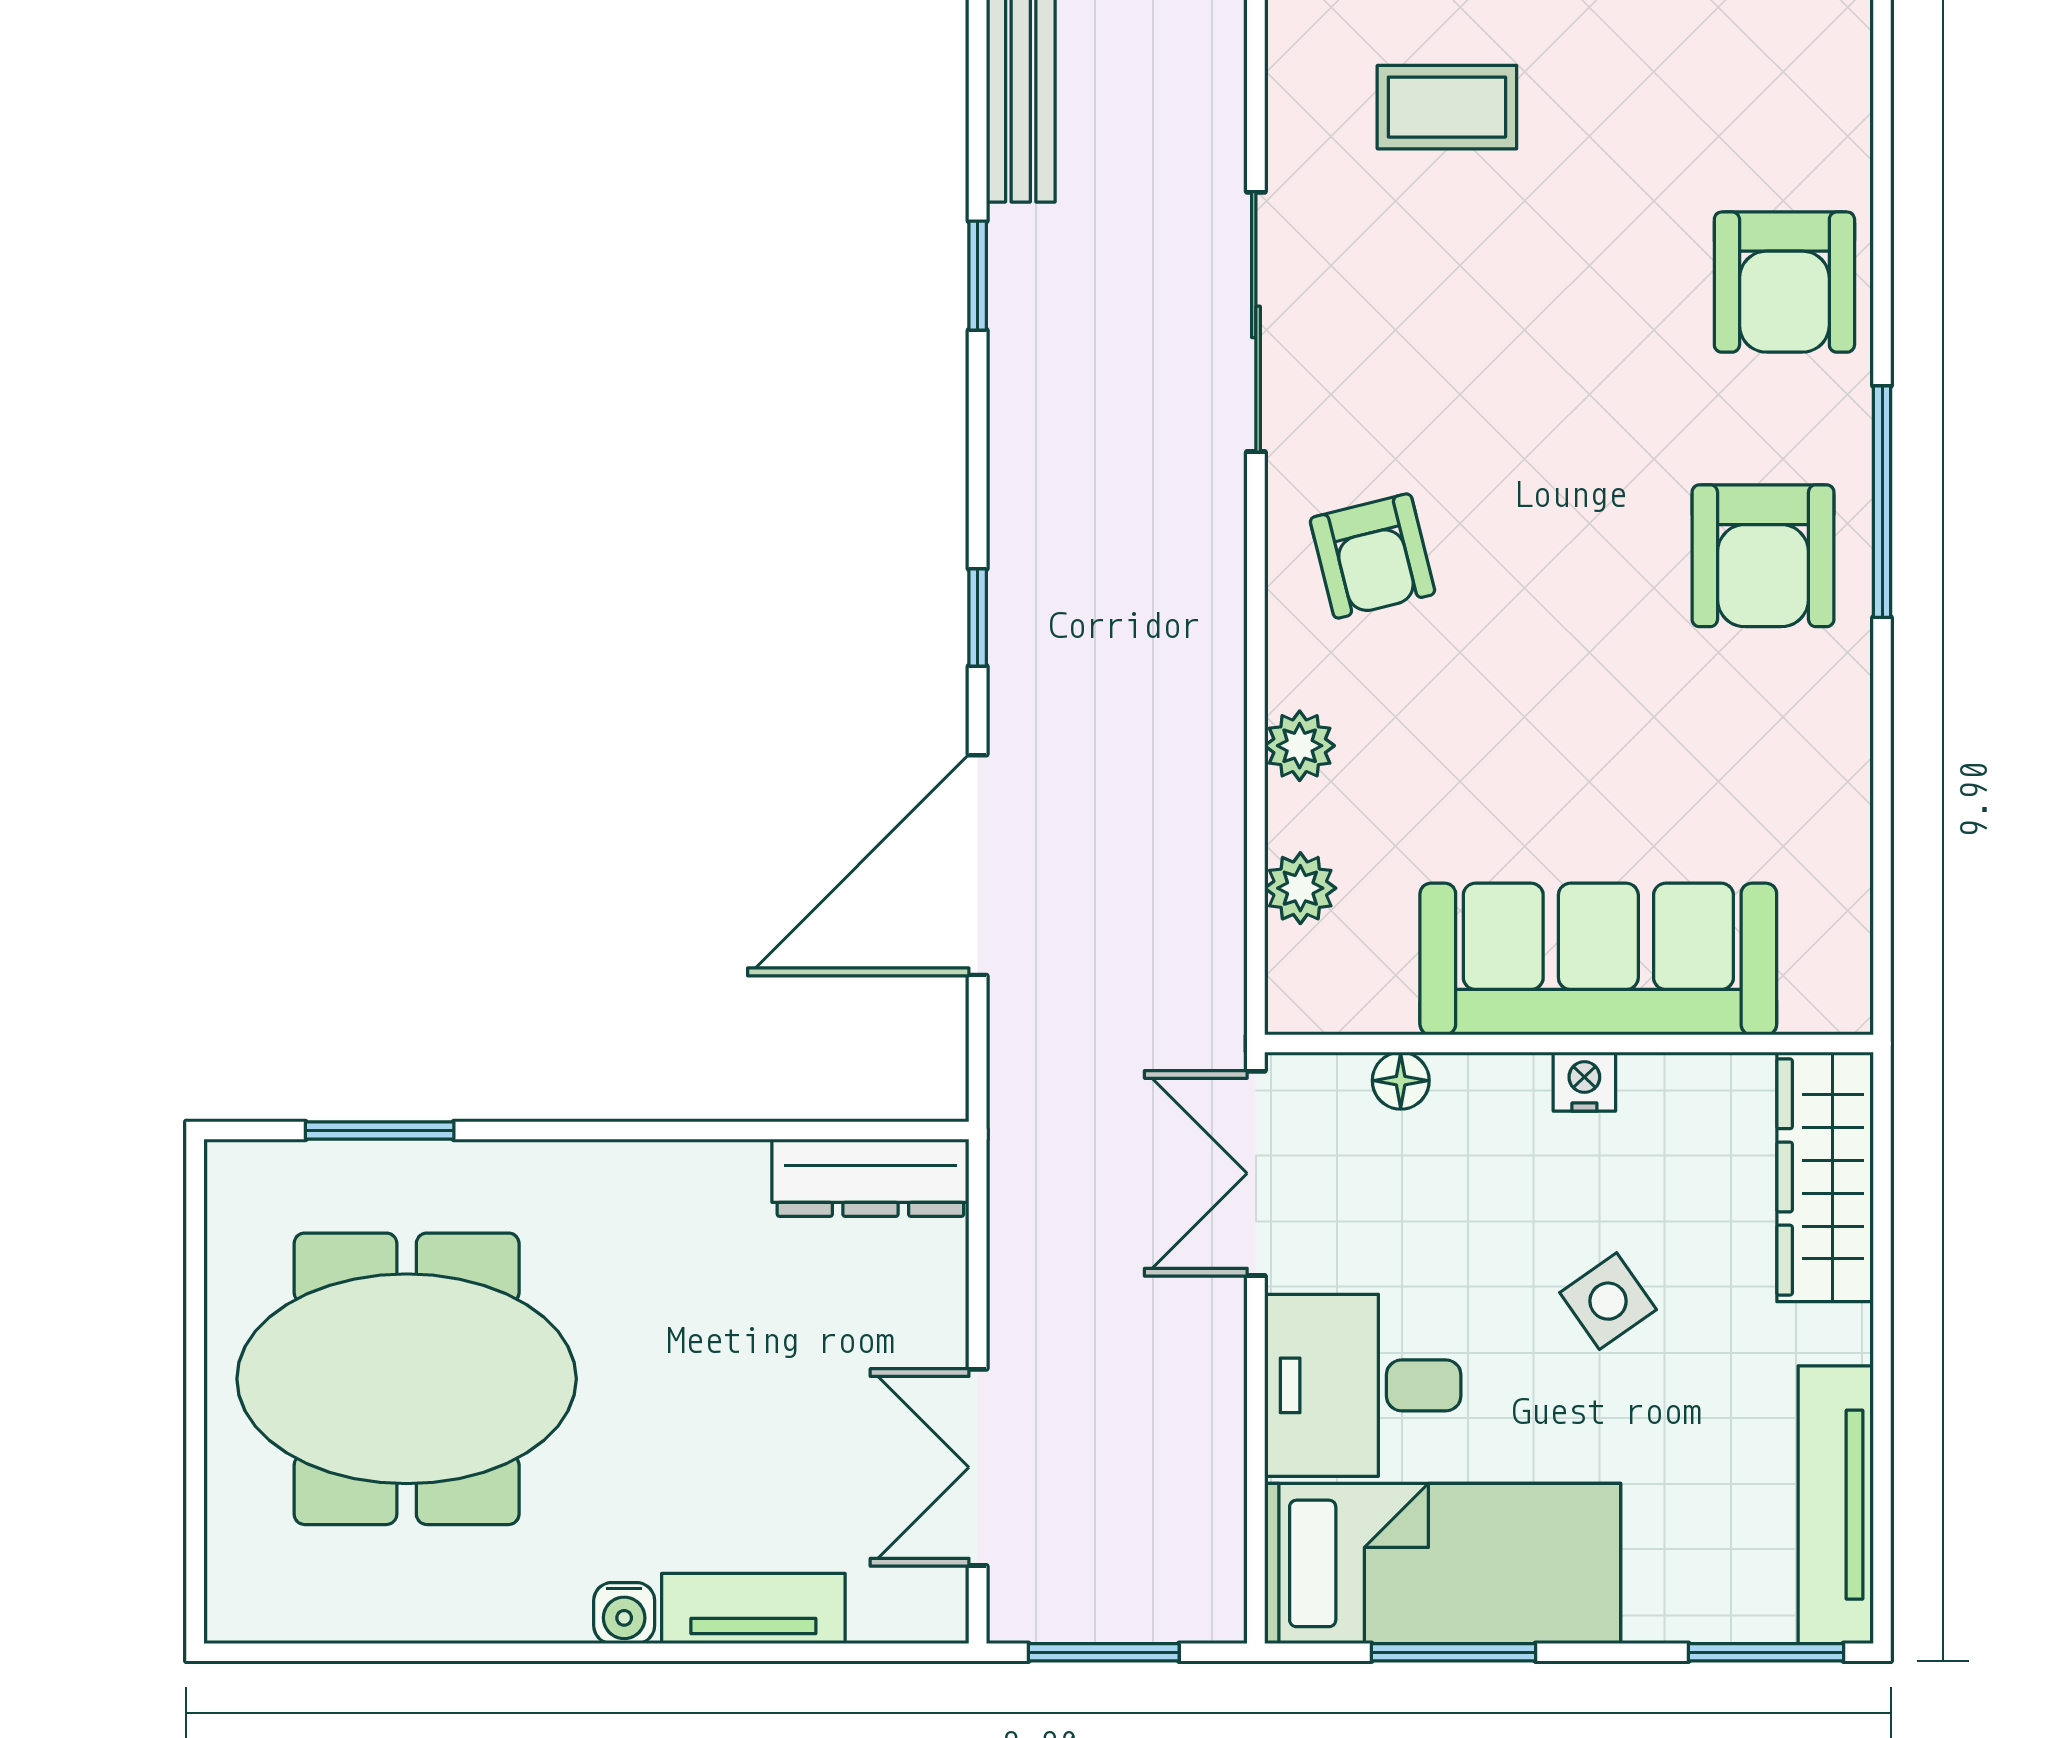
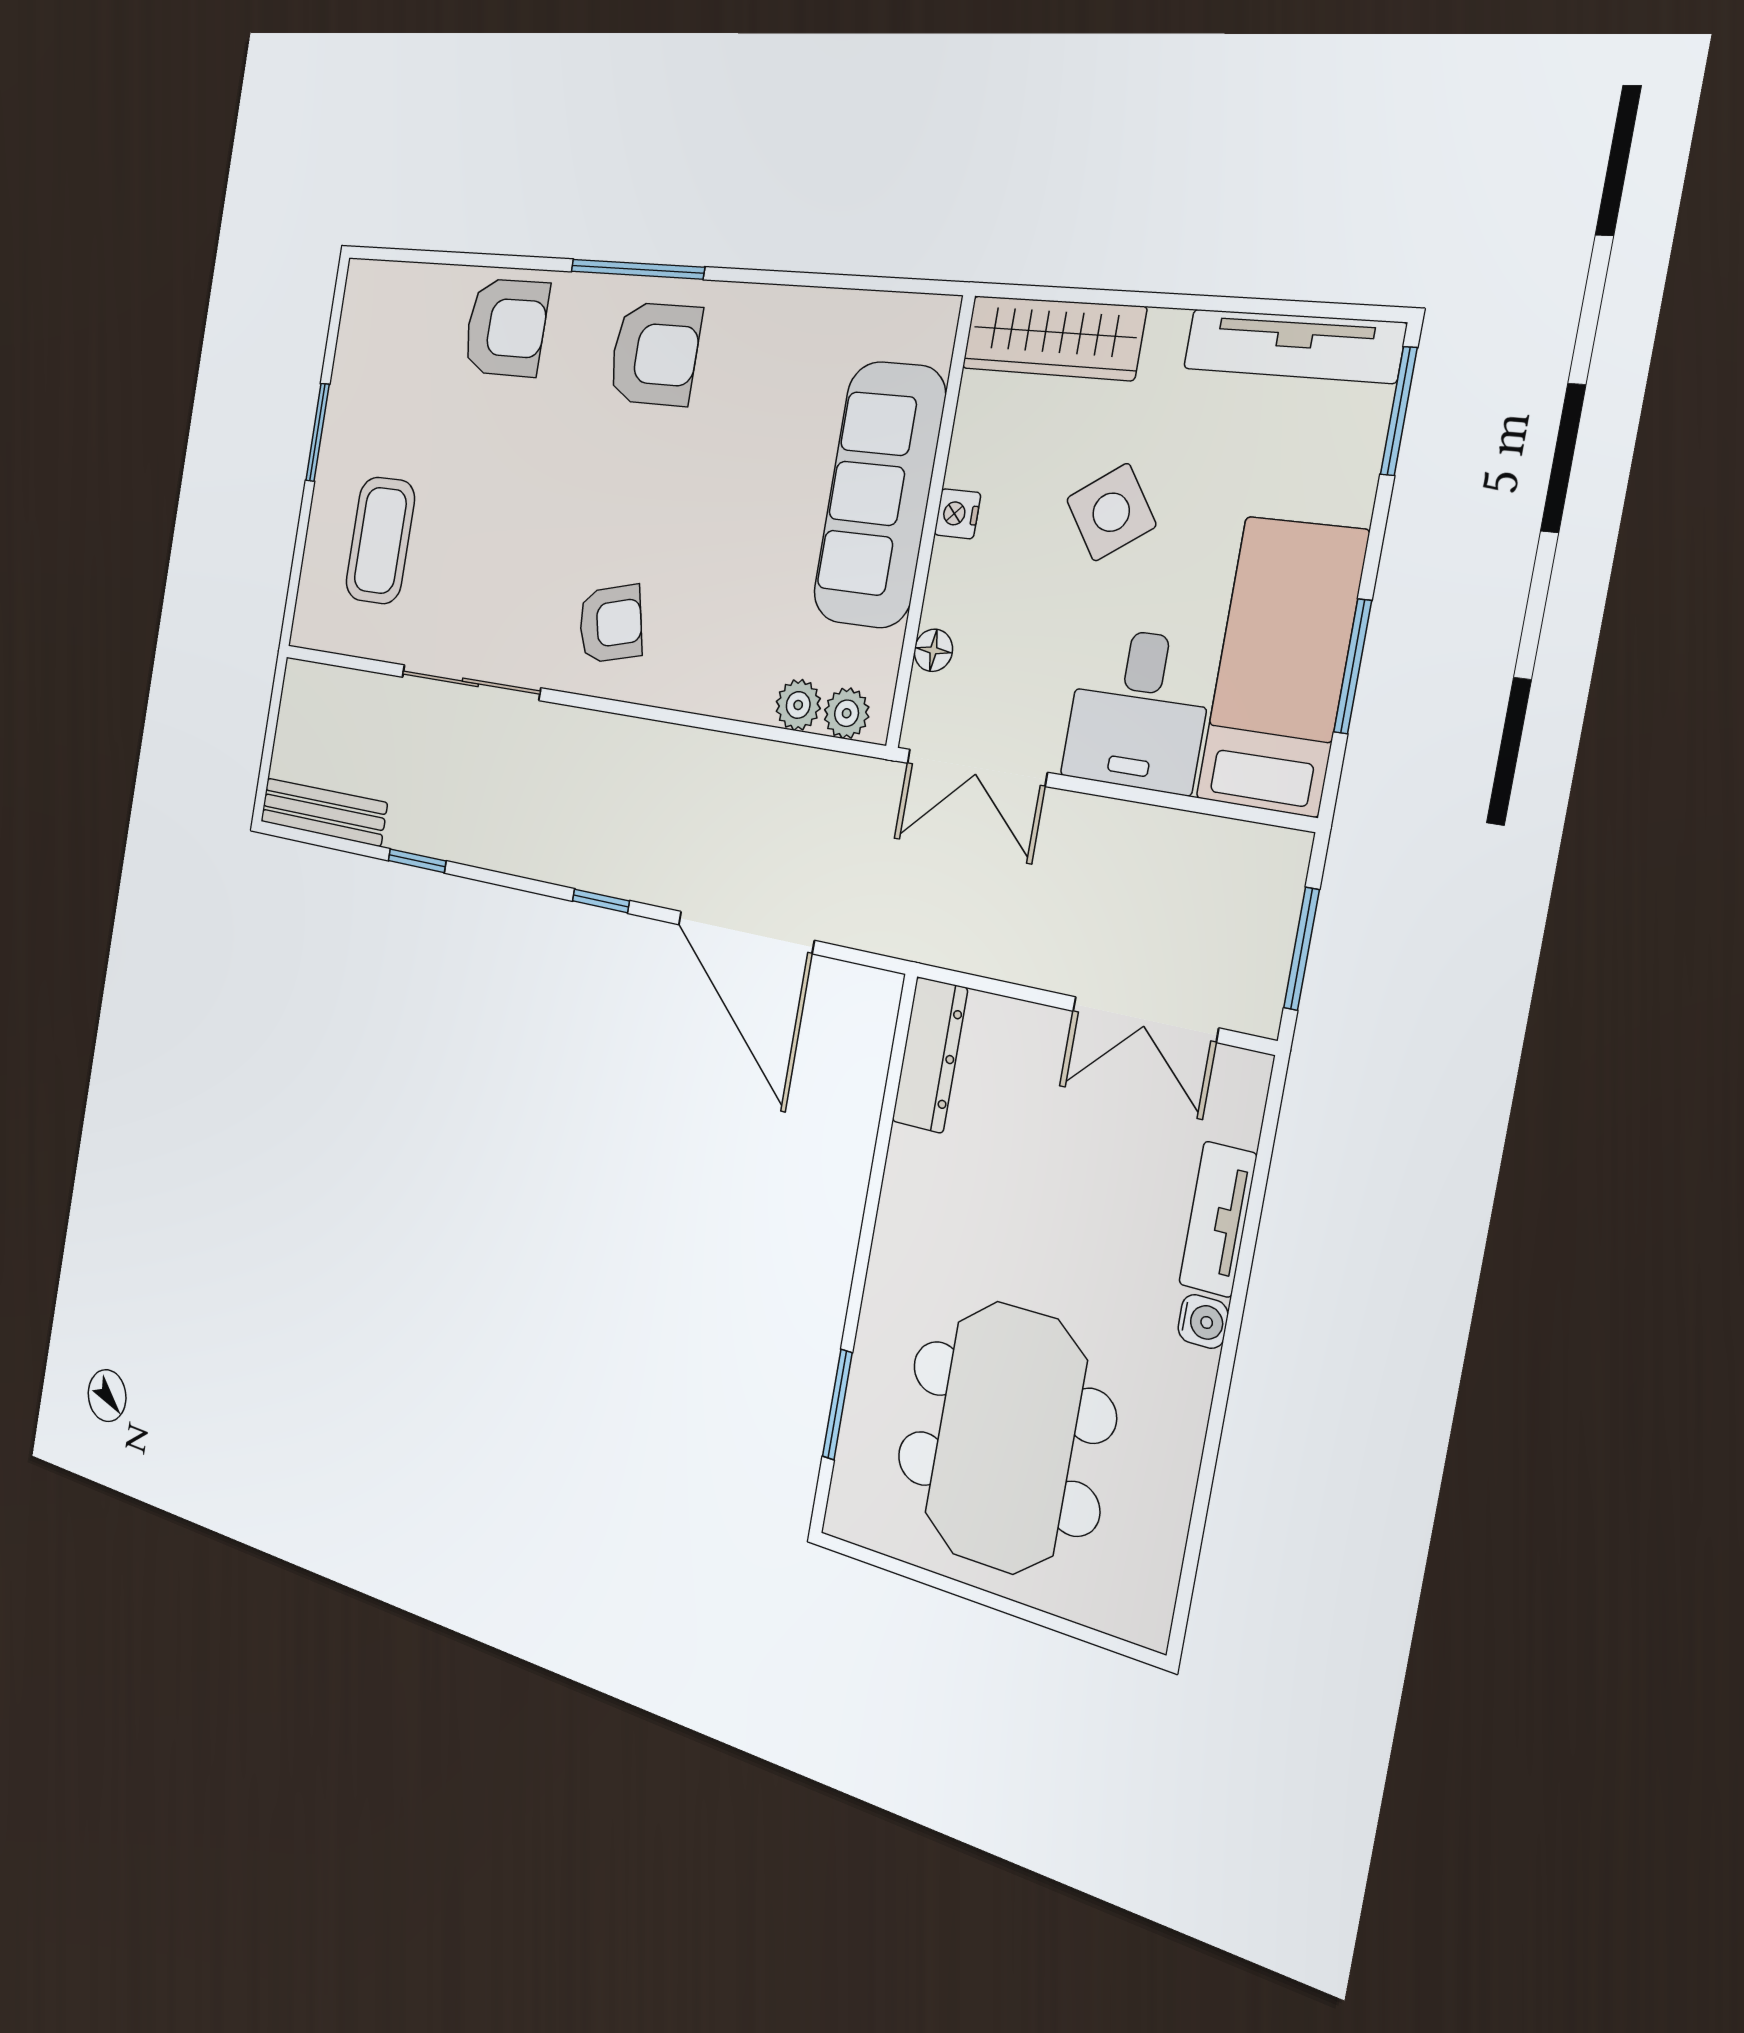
coffee table: (1447, 107) -> (380, 540), width x1.36, depth x1.30
plant: (1300, 746) -> (847, 713), moved
side table: (1608, 1301) -> (1111, 512), width x1.37, depth x1.37

